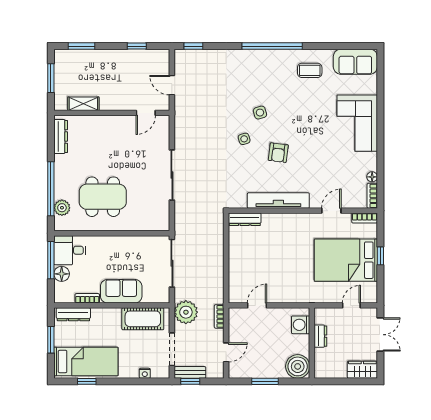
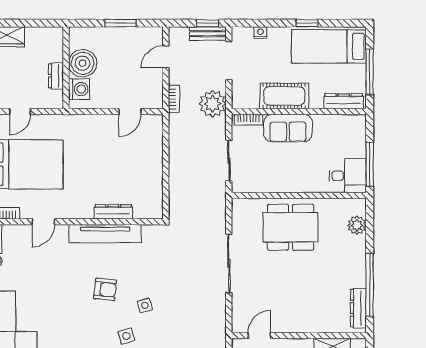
armchair: (278, 153) -> (105, 289), turned 89
window: (51, 189) -> (370, 285), moved
dining table: (103, 197) -> (291, 227), moved
dresser: (245, 219) -> (113, 212), moved
sliding door: (172, 263) -> (229, 161), width x0.73
floor lamp: (62, 274) -> (357, 148), removed
bookcase: (87, 298) -> (248, 120), moved
cot: (143, 319) -> (284, 96), moved
window: (51, 340) -> (370, 72), width x1.44
boiler: (298, 366) -> (83, 63), moved
window: (87, 381) -> (307, 23), moved

